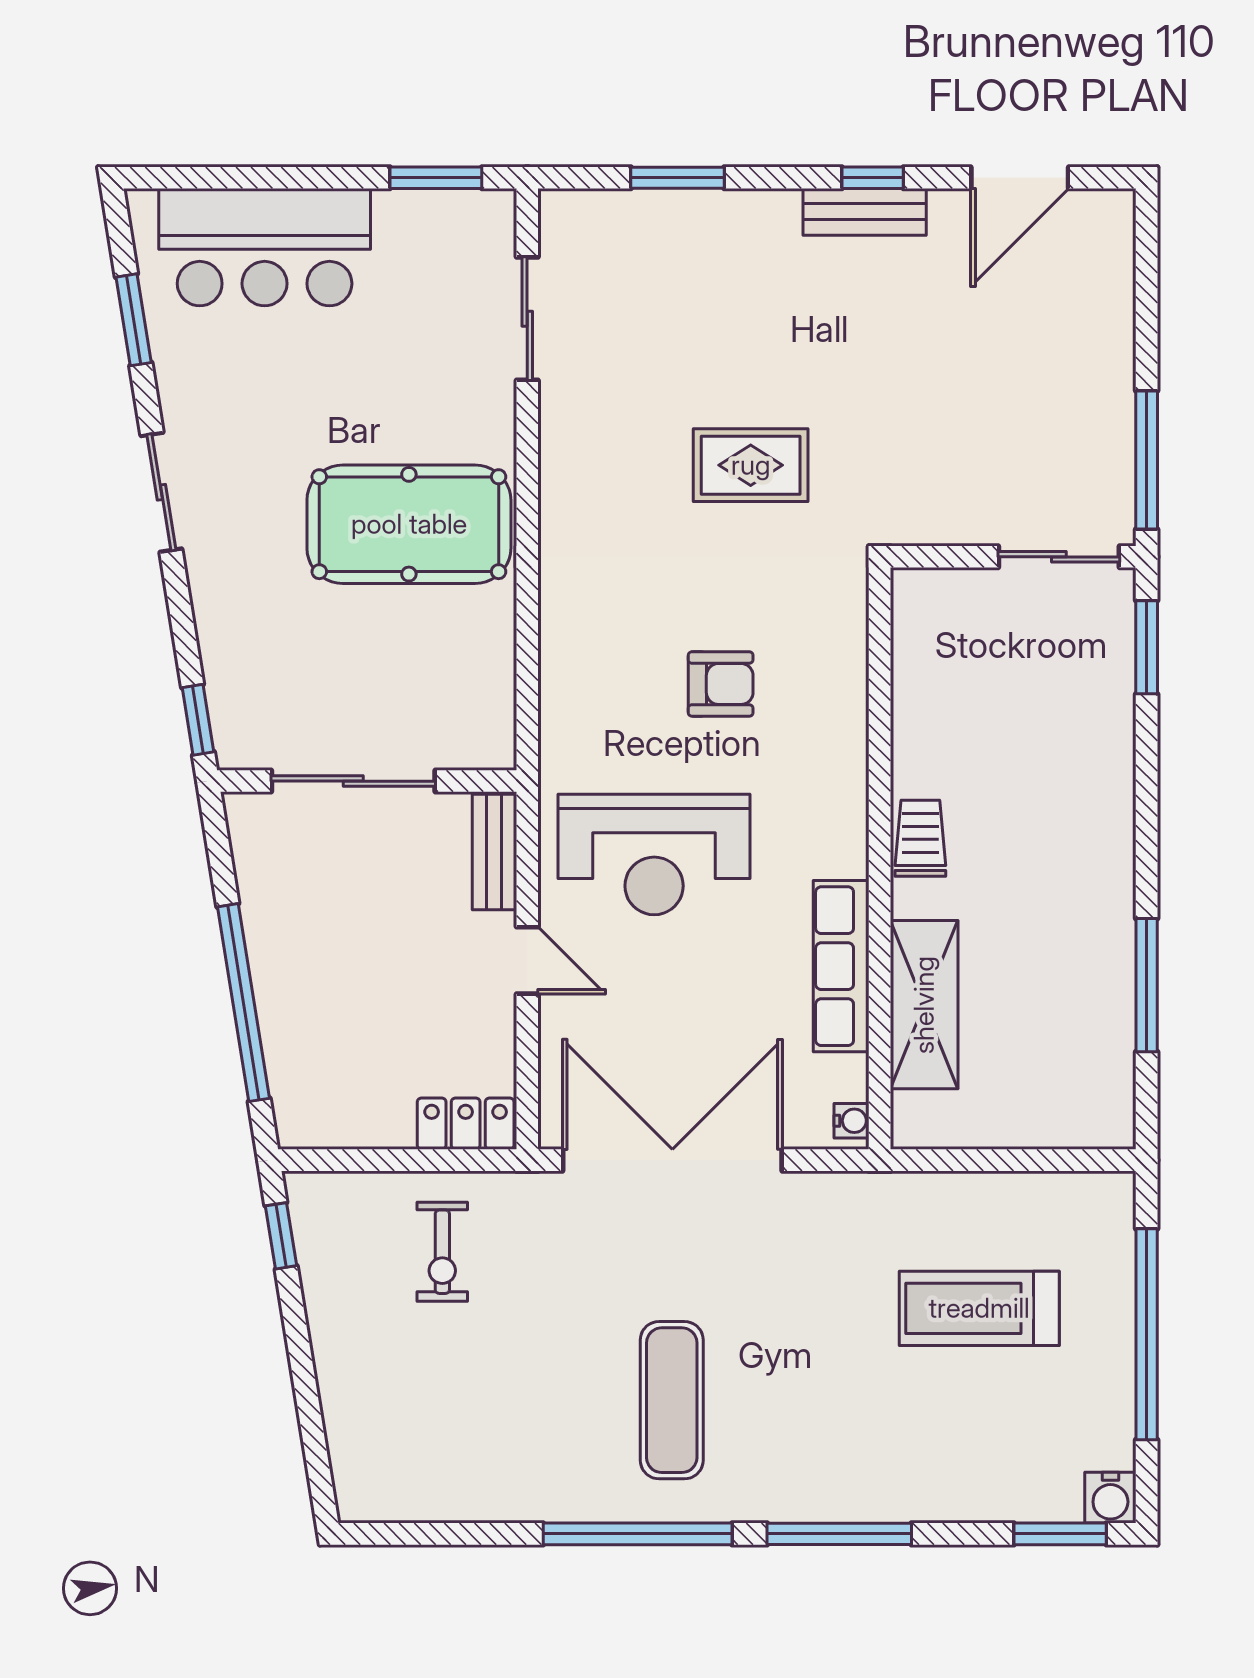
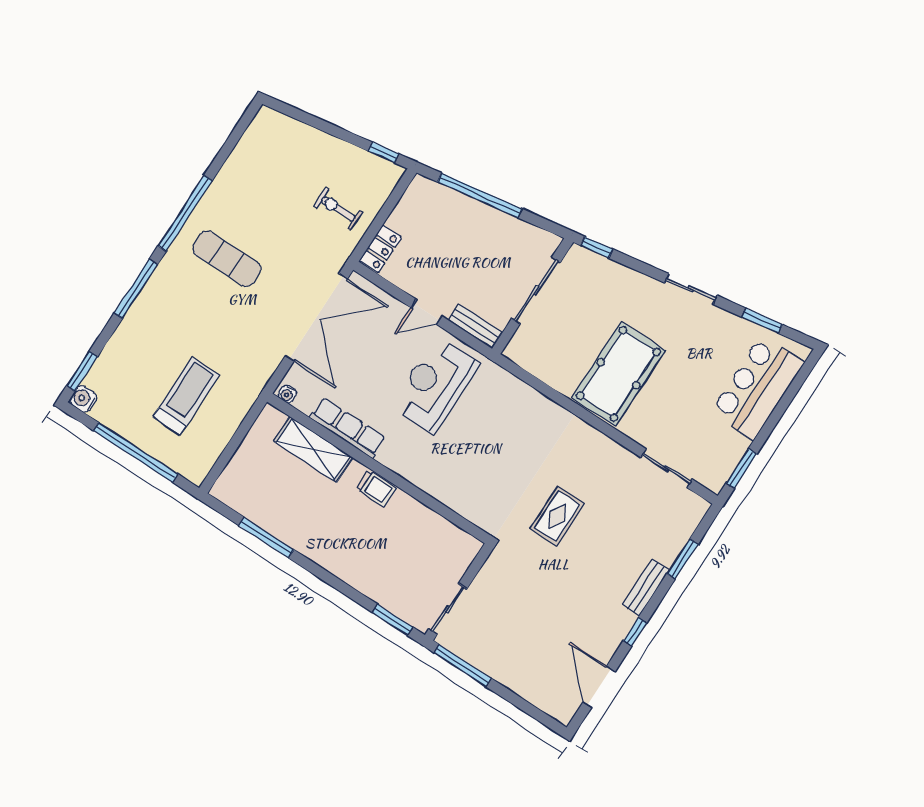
bench: (865, 212) -> (646, 587), moved
armchair: (721, 684) -> (483, 452), removed

